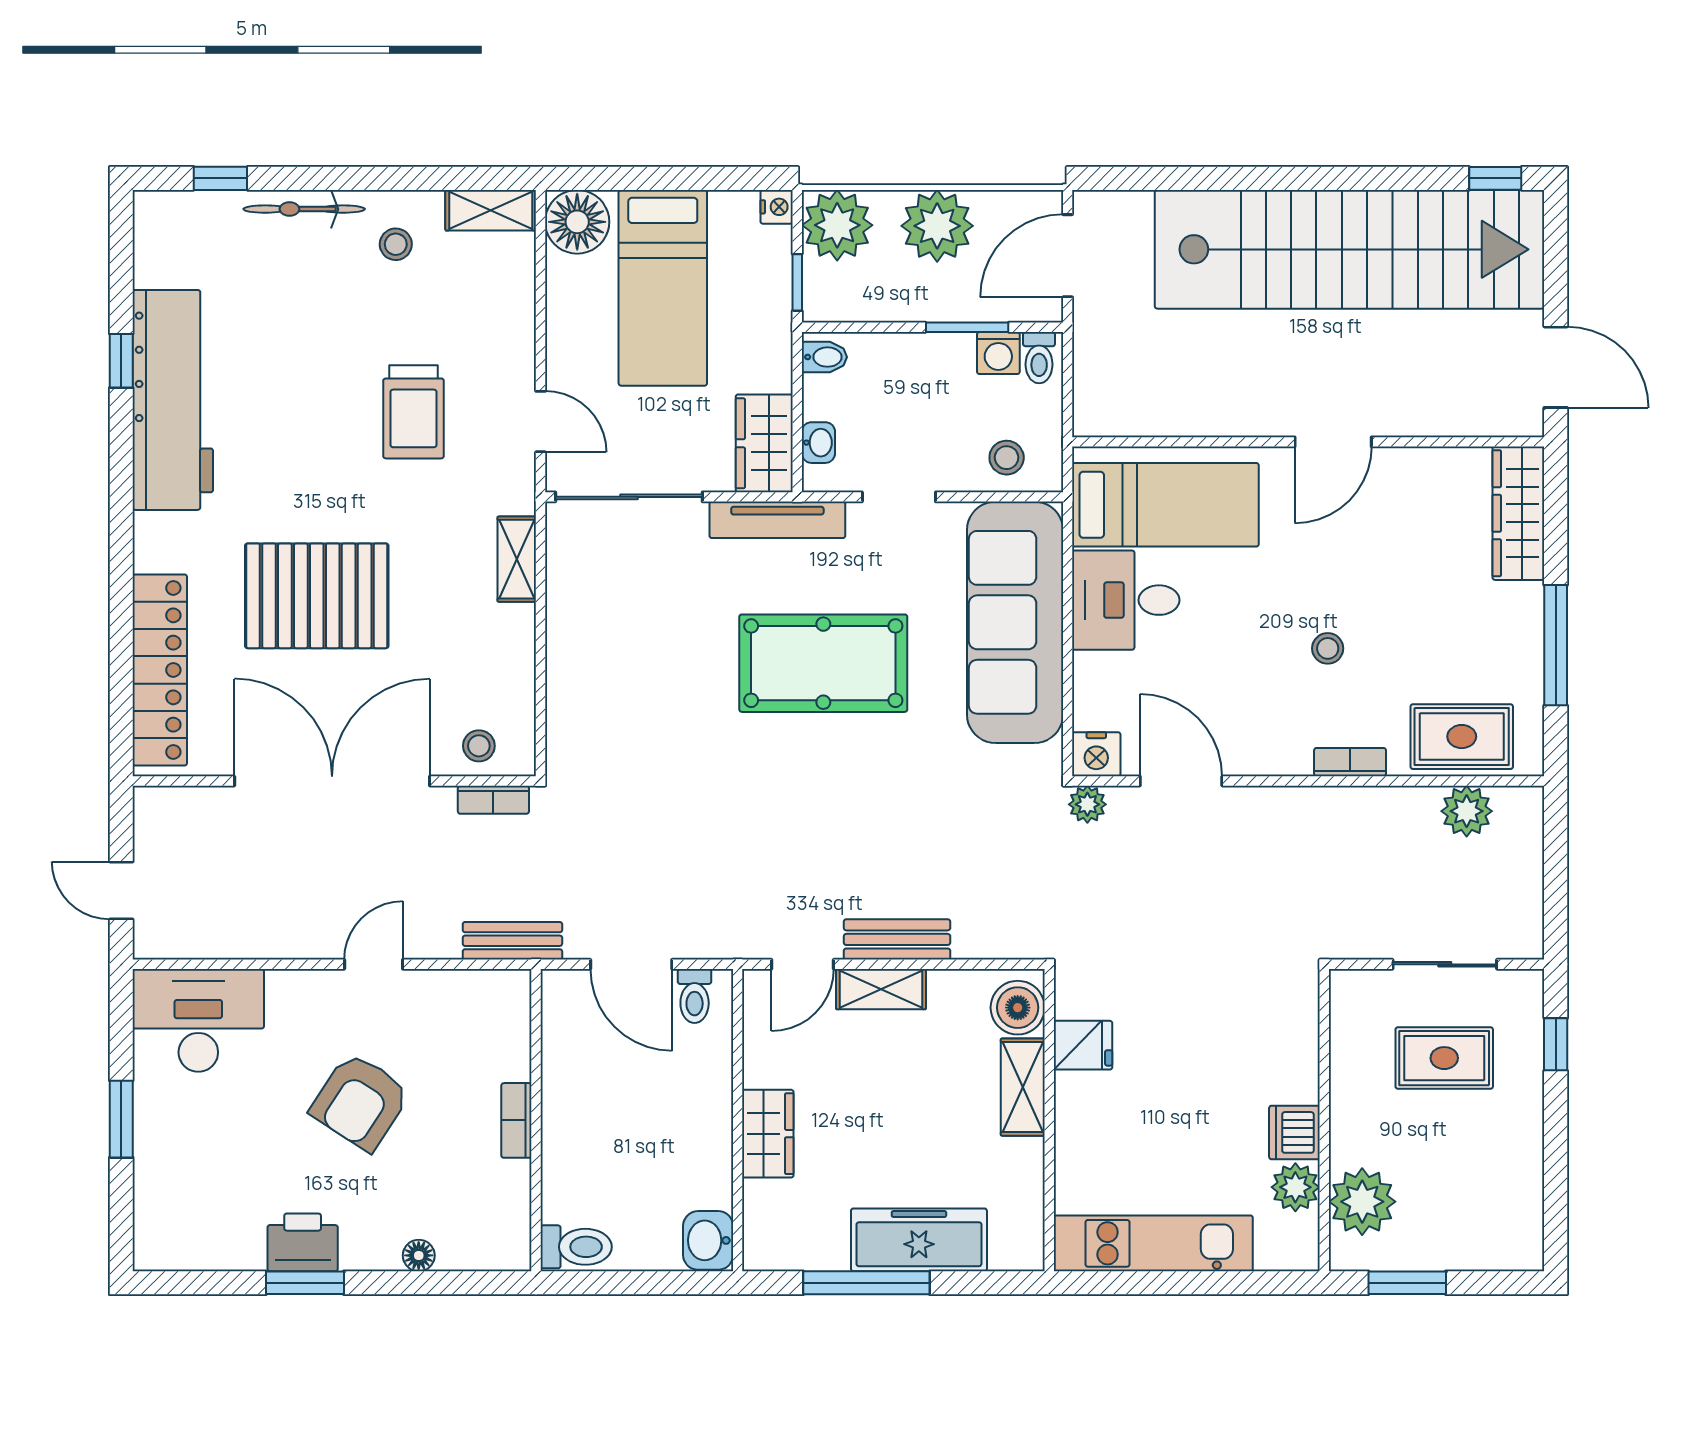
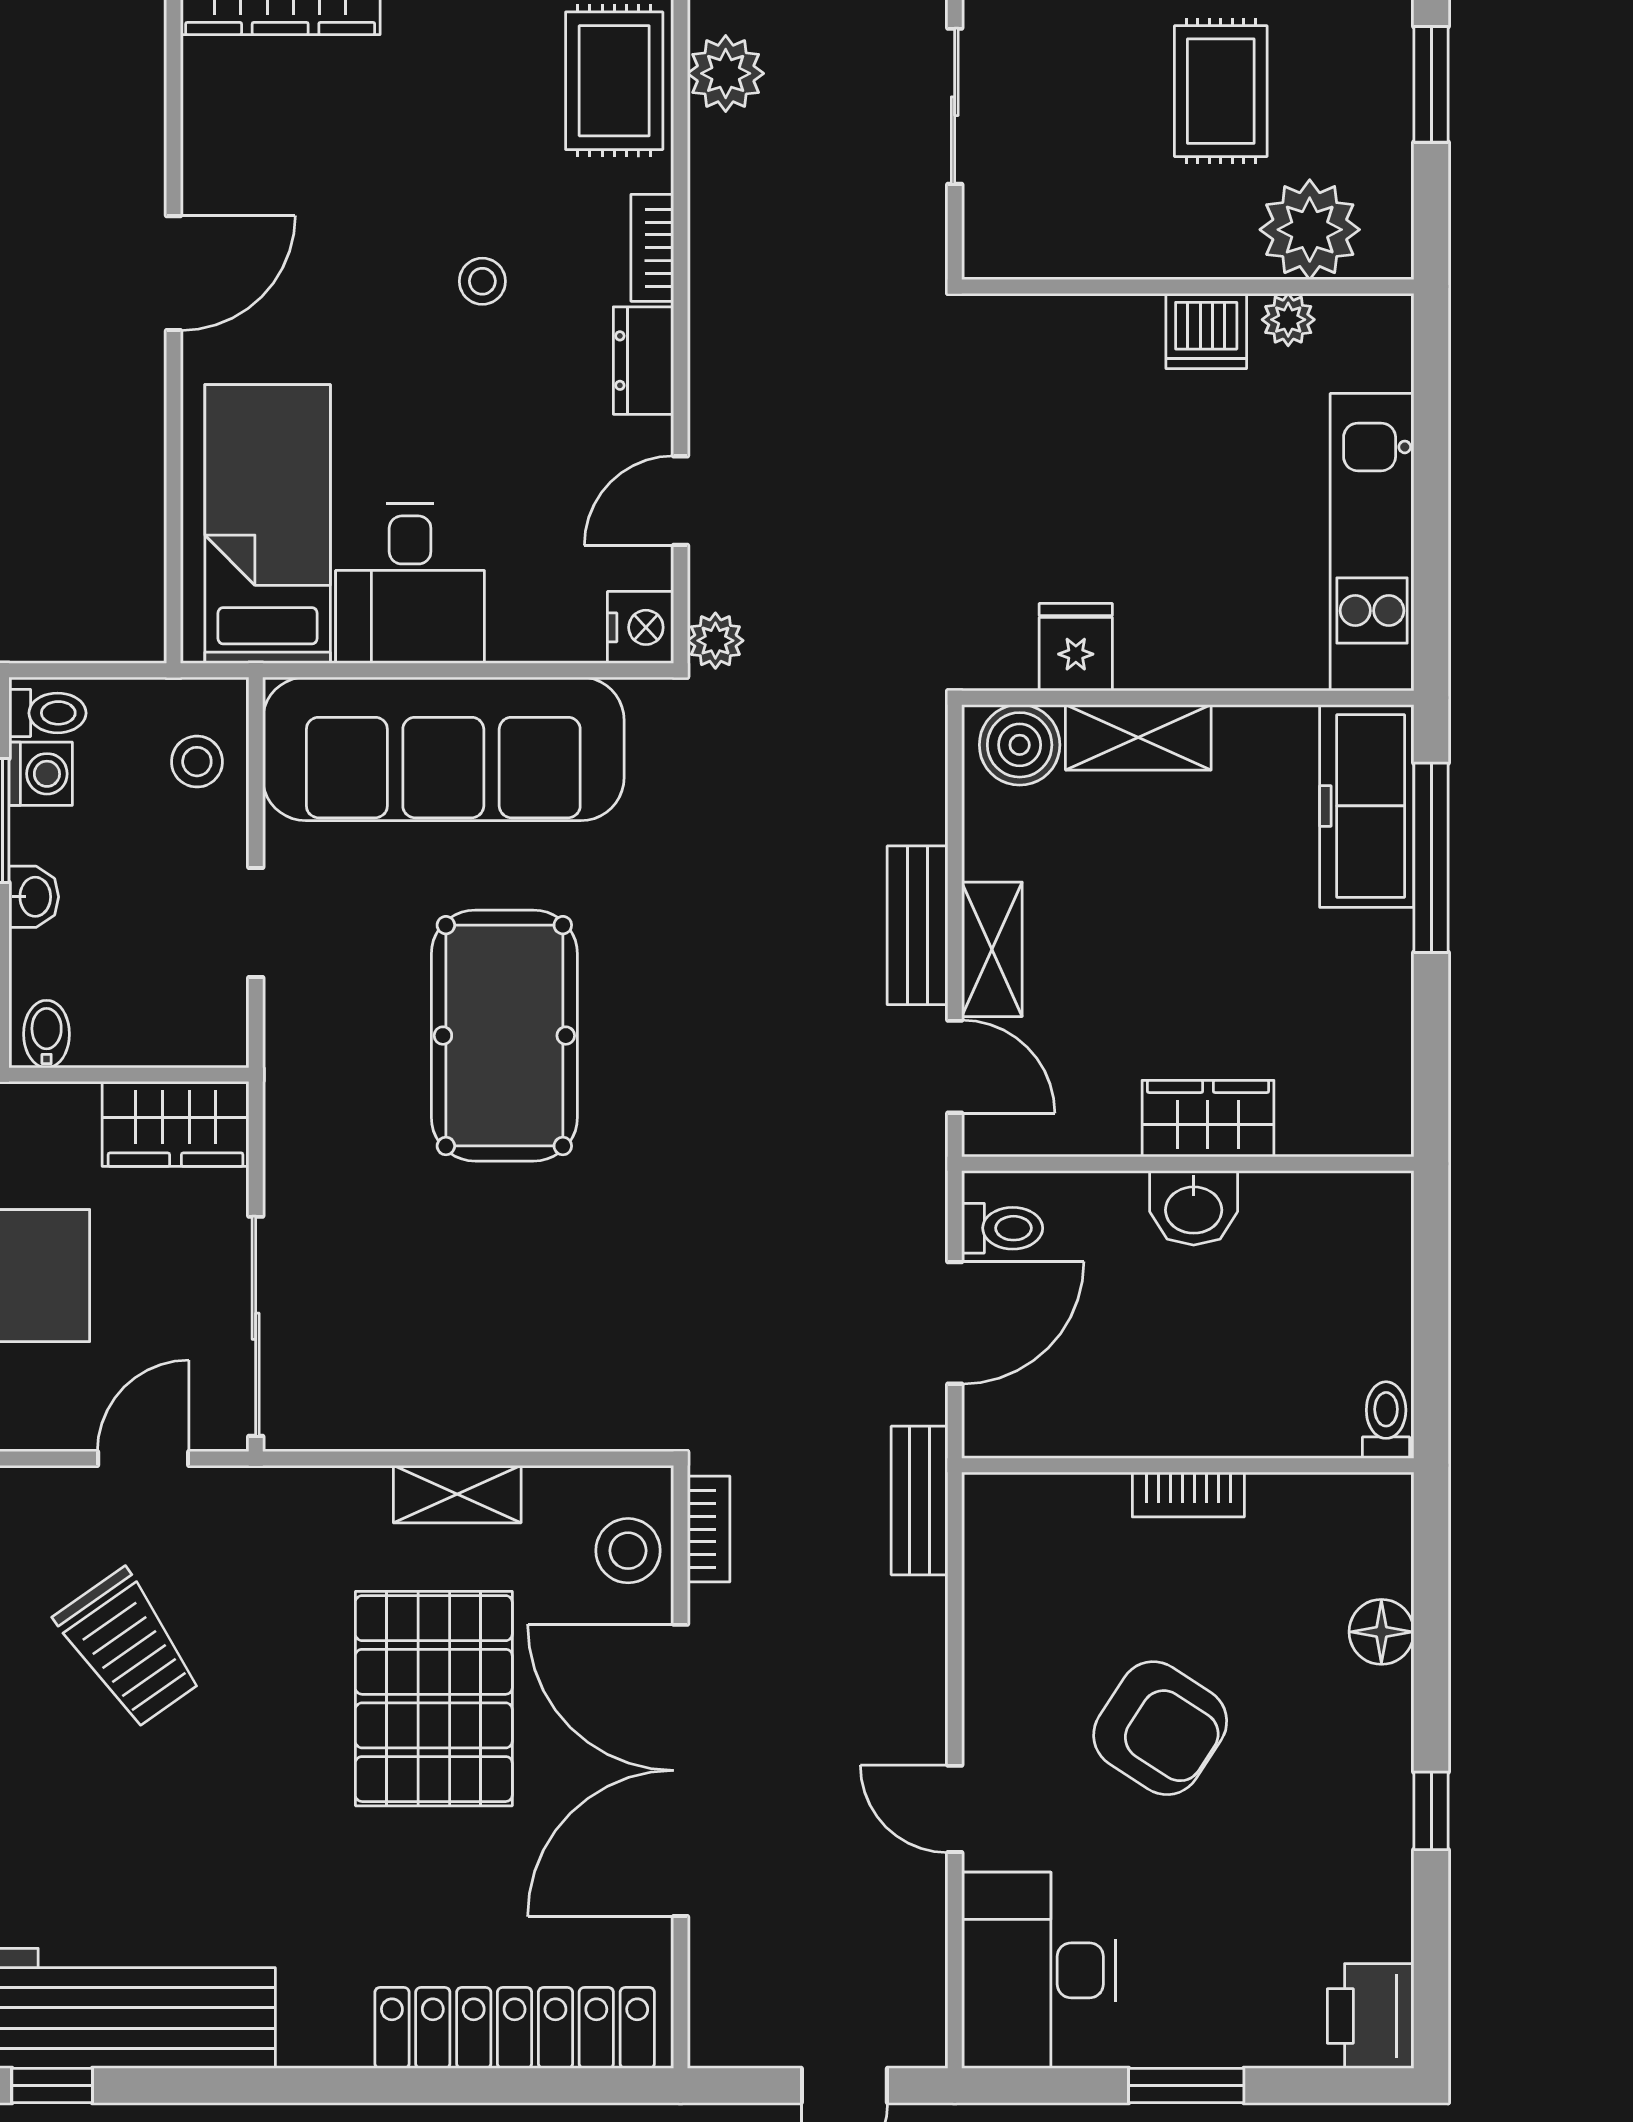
trolley: (414, 412) -> (129, 1648), turned 55
door: (1333, 442) -> (173, 273), hinge flipped
washbasin: (818, 443) -> (34, 897), moved, turned 90
tv unit: (777, 520) -> (290, 1104), removed
shelving: (517, 559) -> (457, 1494), moved
pallet: (317, 596) -> (434, 1699), moved
stool: (479, 746) -> (628, 1551), width x1.37, depth x1.37
dresser: (1275, 756) -> (644, 361), added
door: (1181, 781) -> (681, 501), width x0.73
door: (374, 964) -> (955, 1809), moved
rug: (1444, 1058) -> (1221, 91), moved
plant: (1295, 1187) -> (1288, 320), width x0.73, depth x0.73
washbasin: (708, 1240) -> (1194, 1208), moved
freezer: (919, 1240) -> (1367, 806), moved
printer: (303, 1242) -> (1371, 2016), moved
toilet: (576, 1247) -> (1386, 1420), width x0.73, depth x0.72
floor lamp: (419, 1255) -> (1381, 1632), width x1.37, depth x1.37
window: (305, 1283) -> (1431, 1811), width x0.67
window: (866, 1283) -> (1431, 858), moved
window: (1407, 1283) -> (1431, 84), moved

